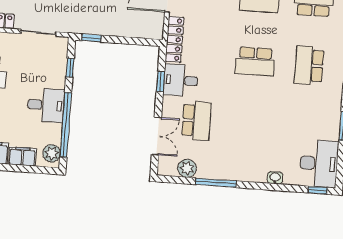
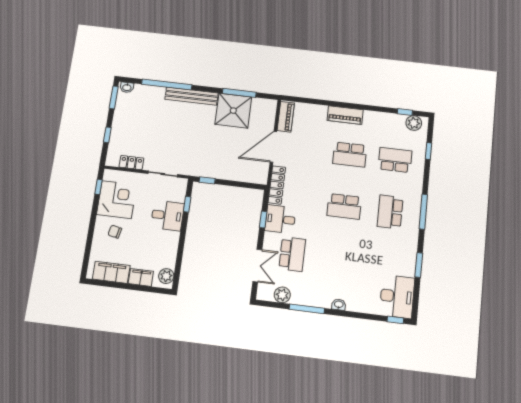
desk: (46, 105) -> (167, 216), moved
window: (66, 125) -> (180, 252), removed
washbasin: (275, 178) -> (339, 305), moved

